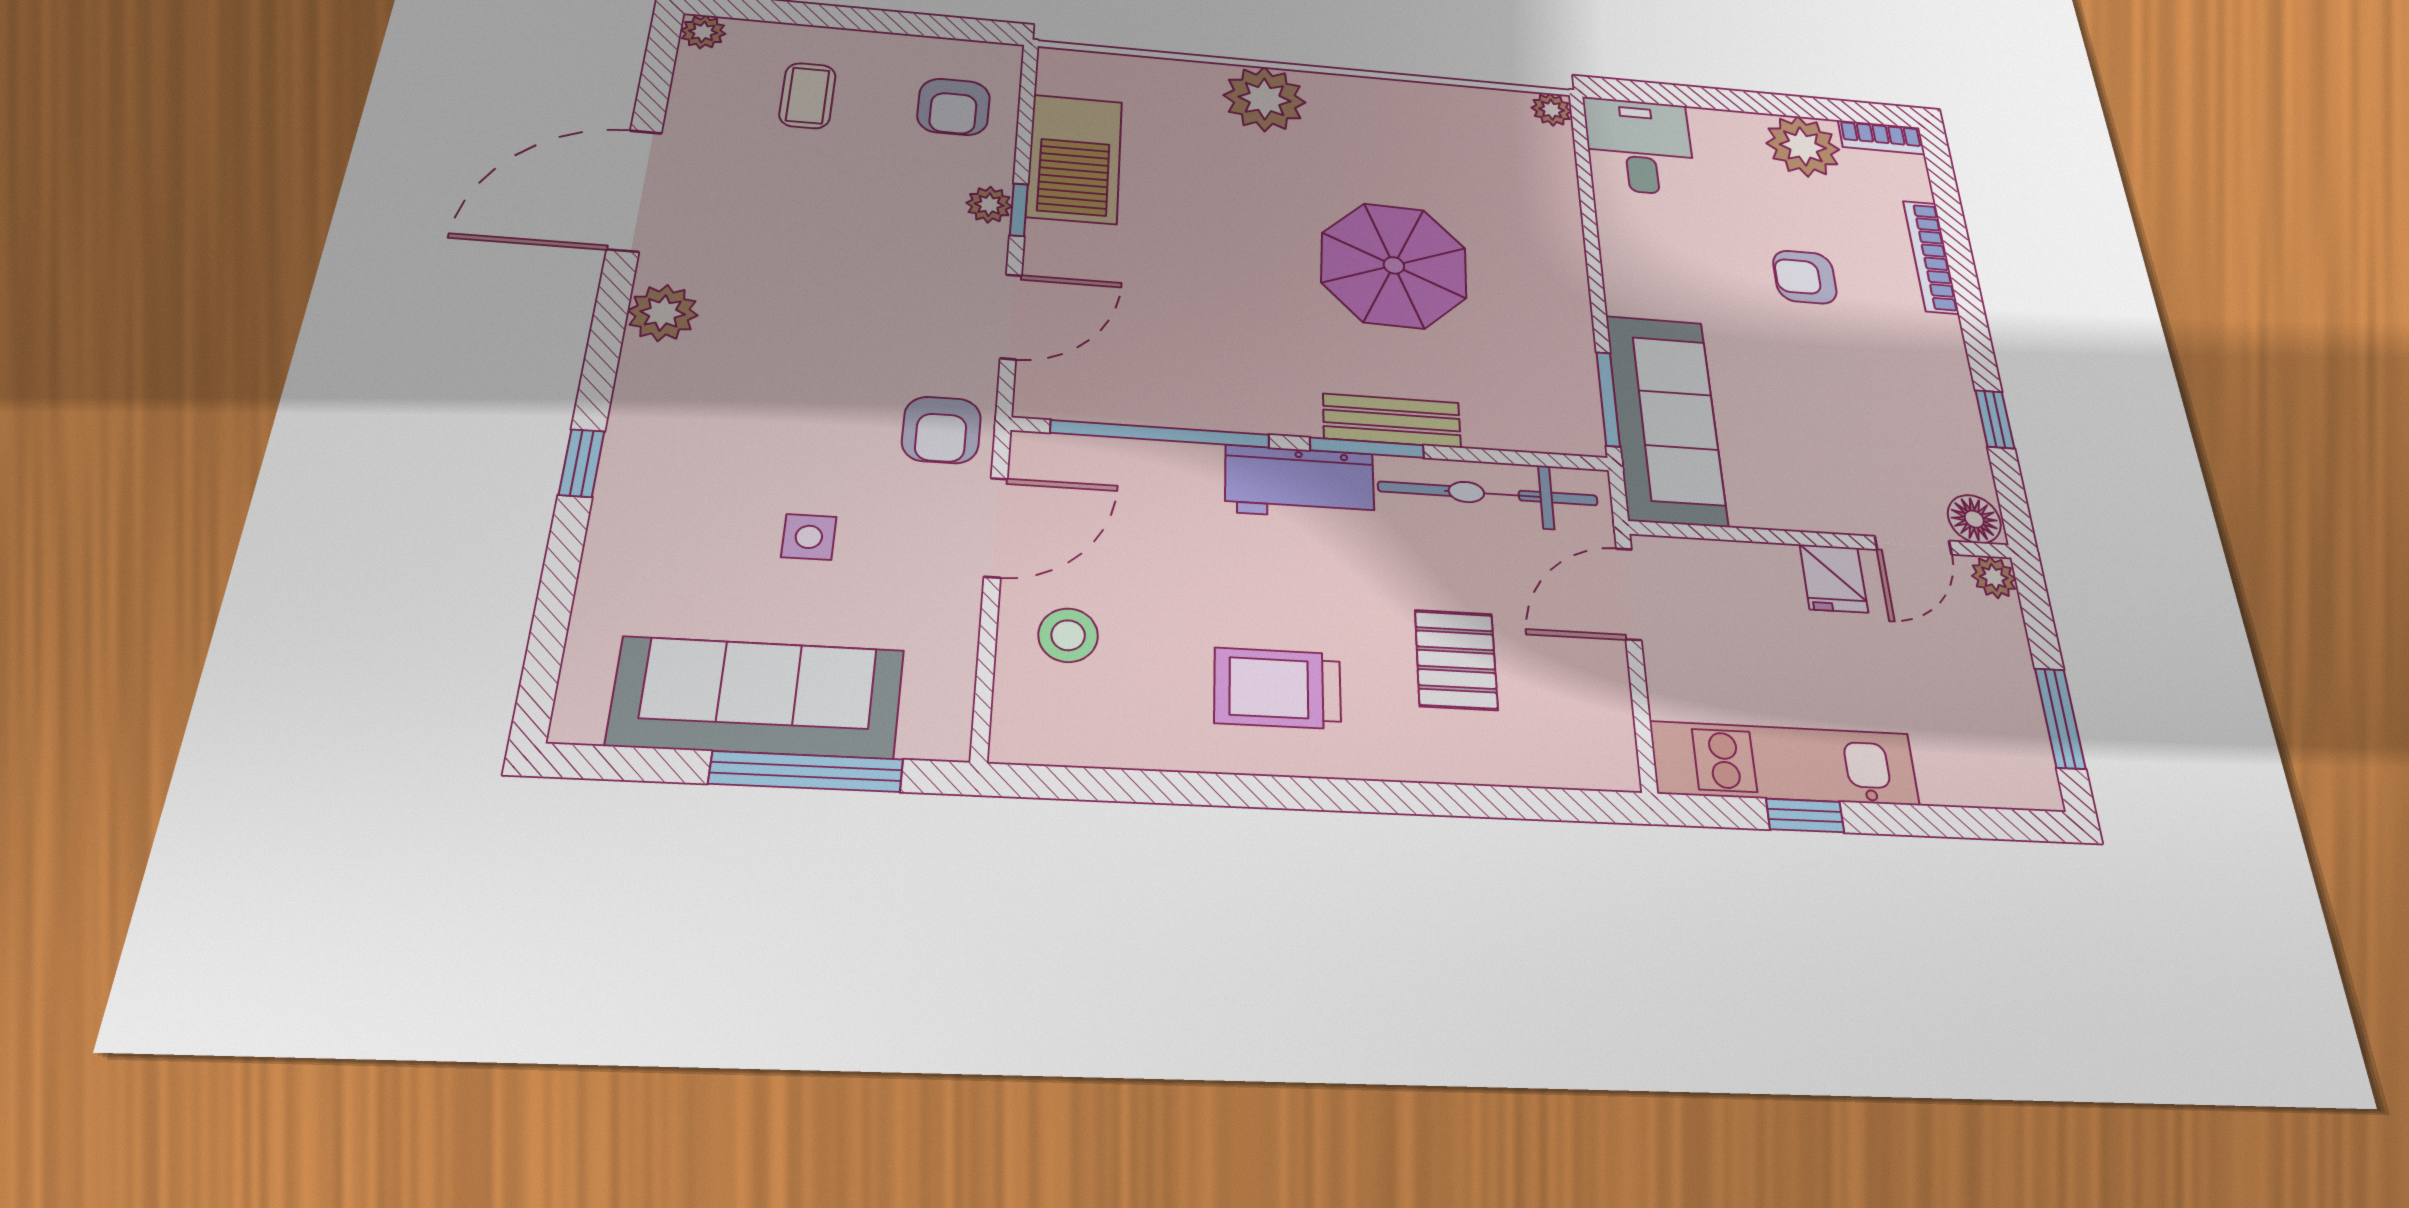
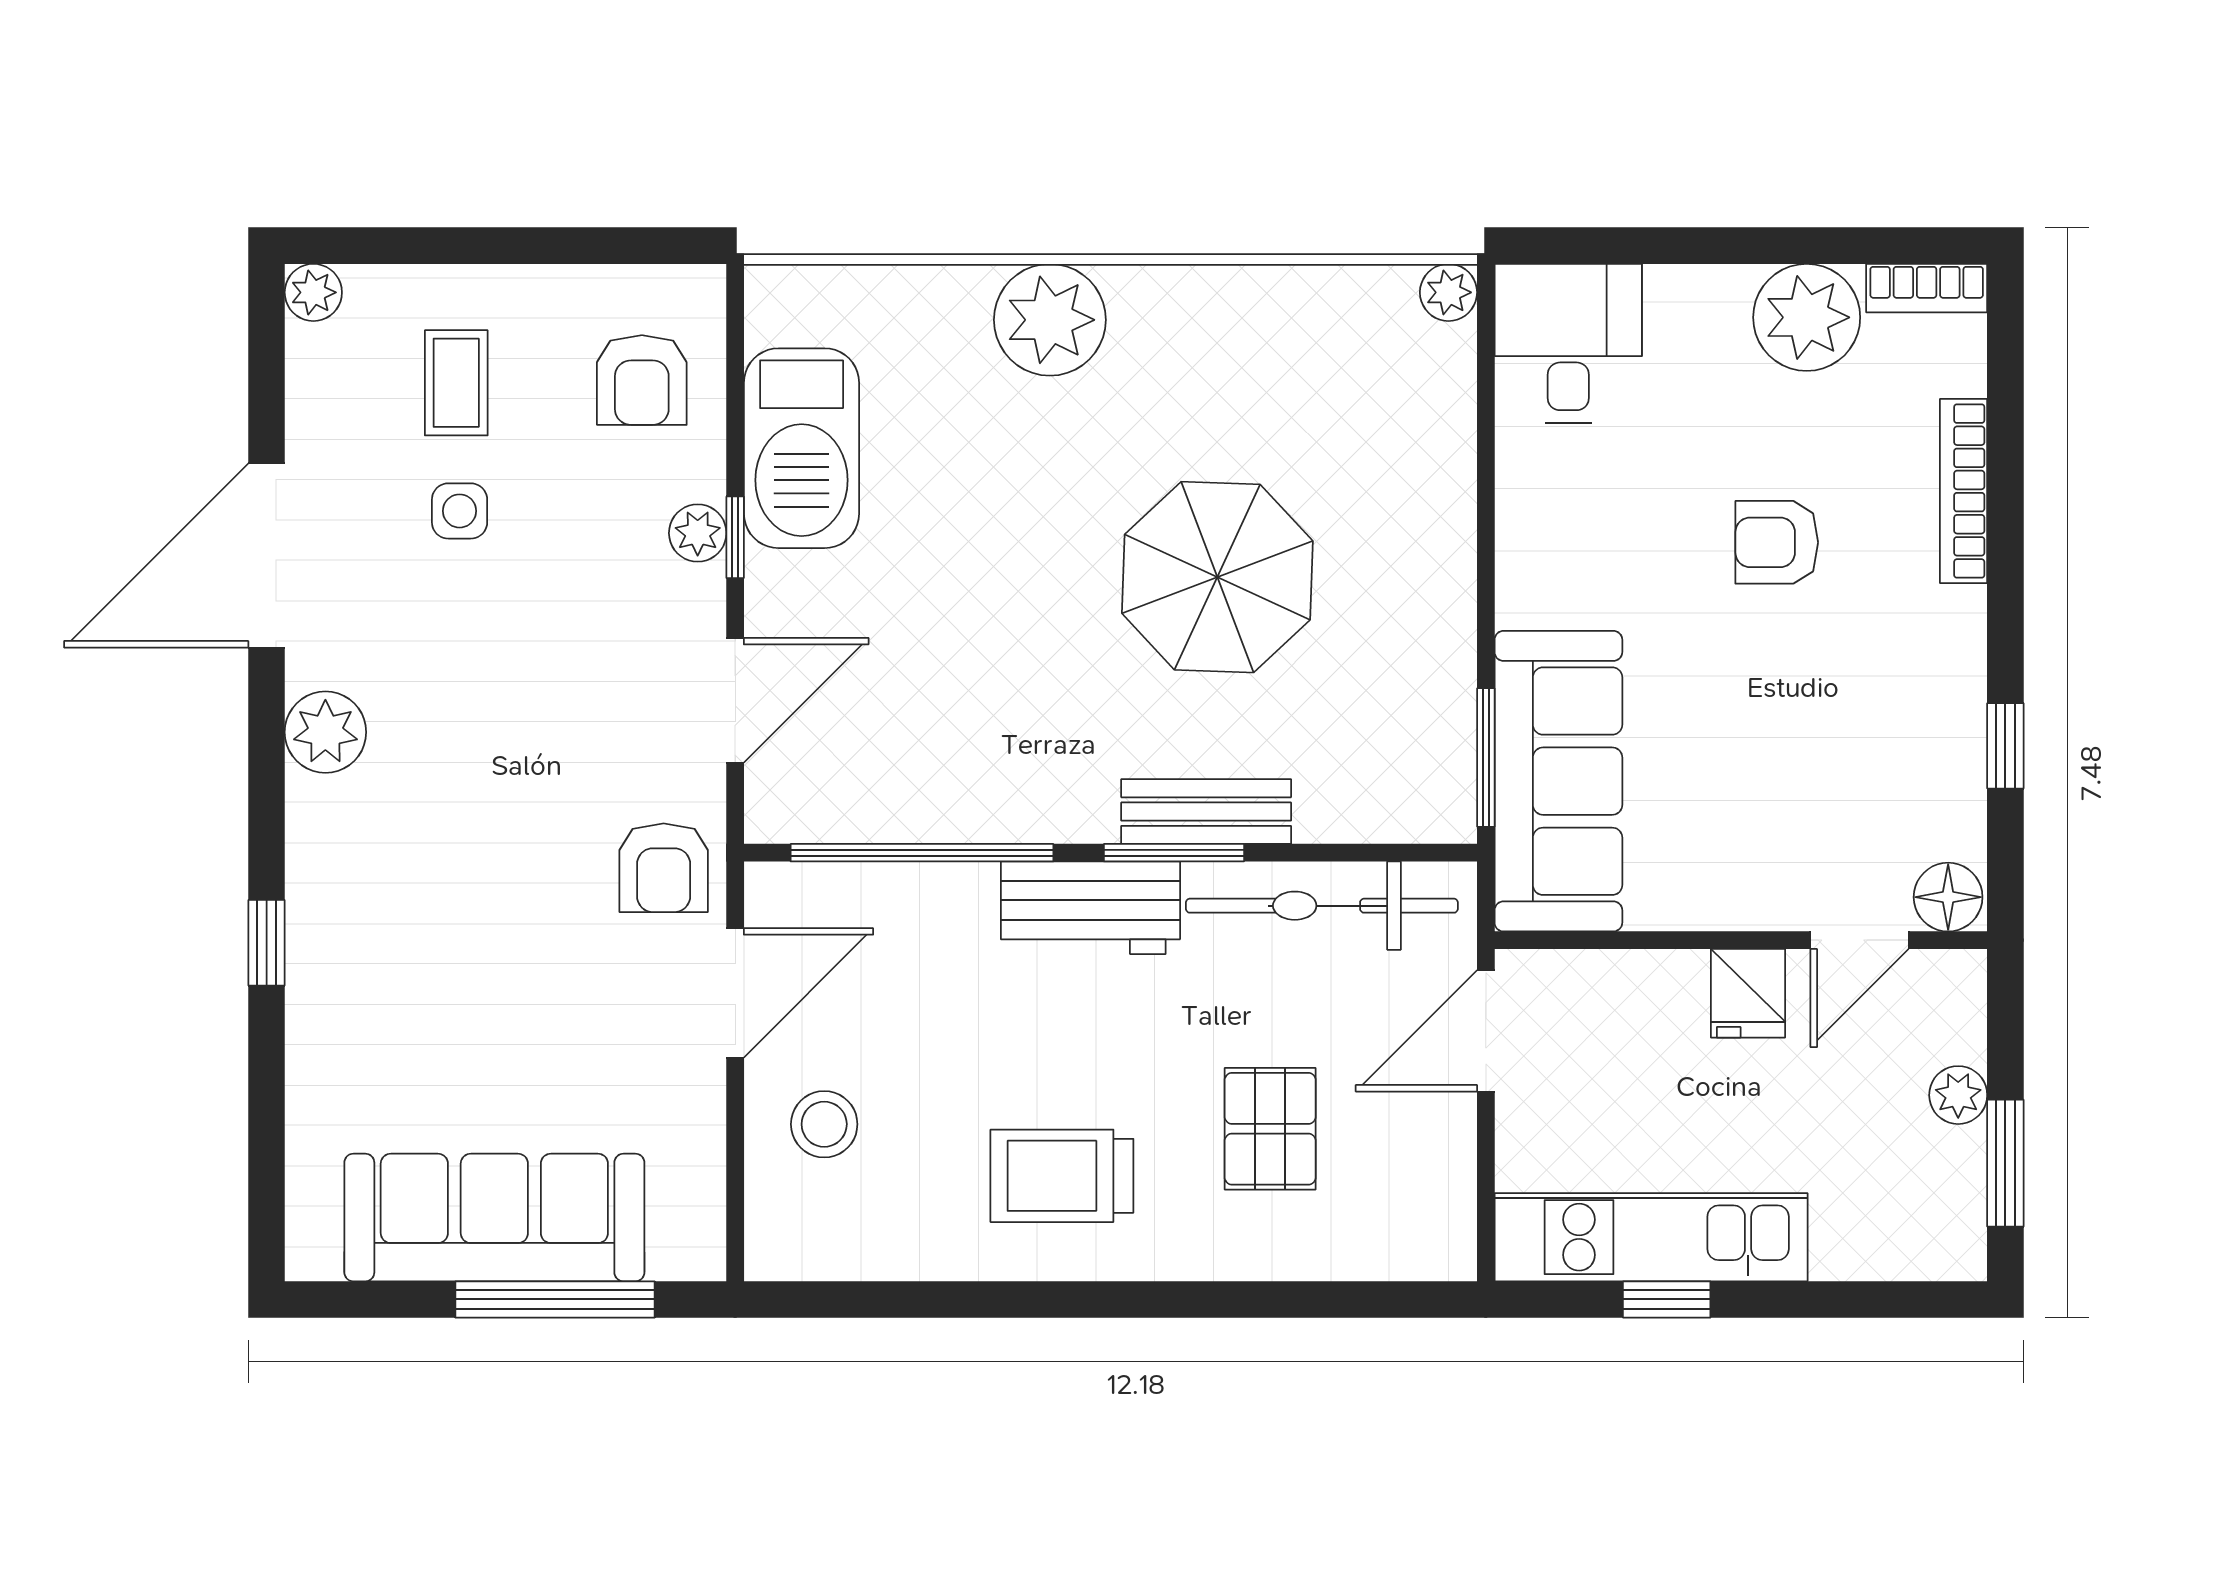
side table: (809, 537) -> (460, 511), moved
plant: (1994, 577) -> (1958, 1095), moved

